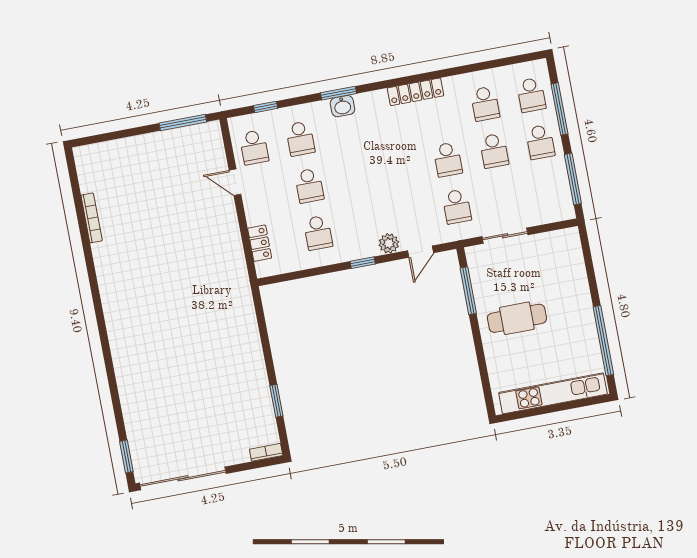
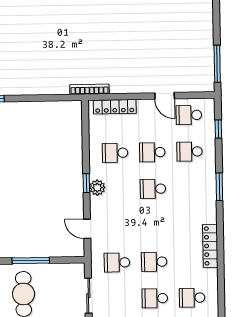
washbasin: (342, 106) -> (209, 188), removed
school desk: (355, 177) -> (153, 189), added
door: (235, 182) -> (165, 96), swing flipped
locker: (260, 243) -> (115, 107), width x1.53
plant: (389, 243) -> (97, 188), moved
bookcase: (243, 279) -> (89, 89), added
window: (468, 291) -> (31, 261), moved

